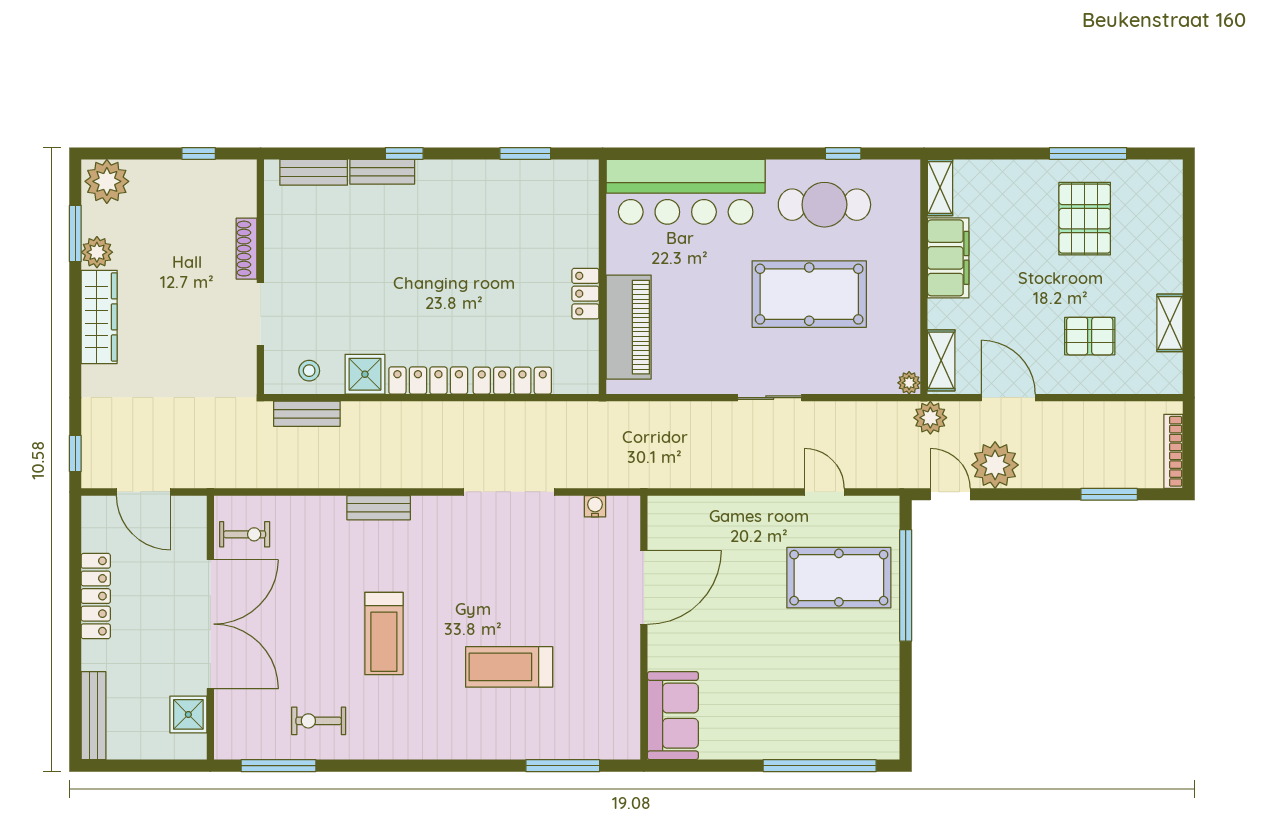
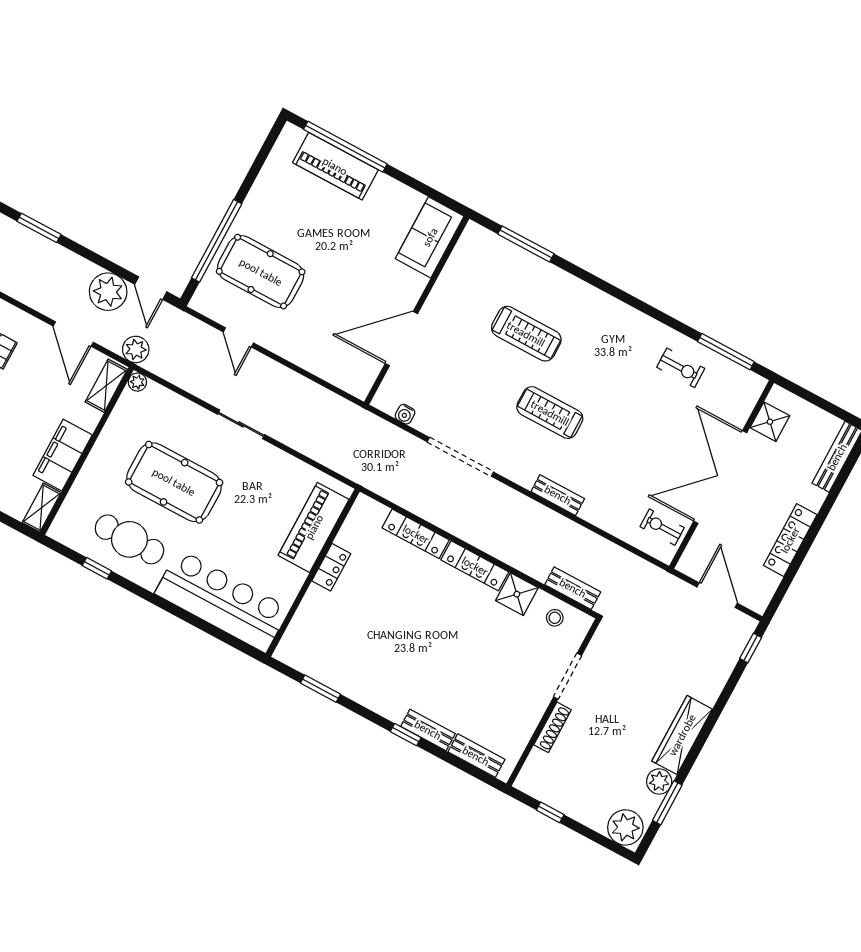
treadmill: (384, 633) -> (550, 413), moved, turned -90
piano: (819, 738) -> (335, 166), added

